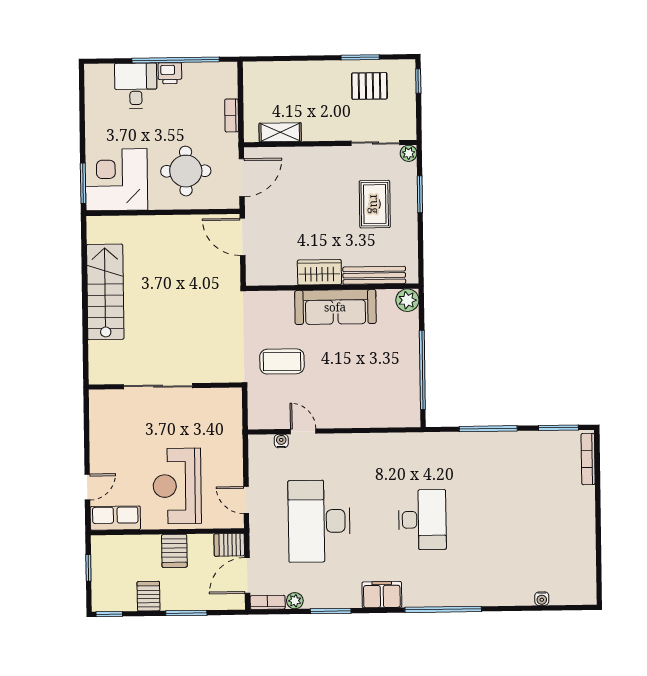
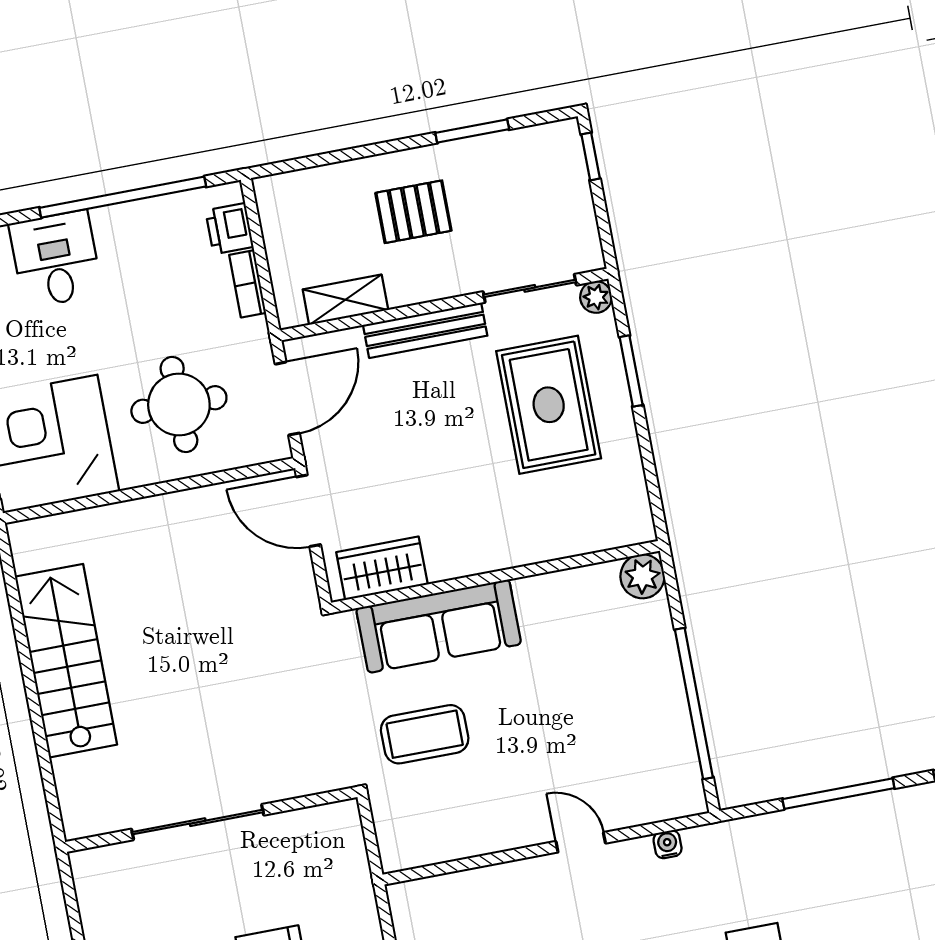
printer: (170, 73) -> (229, 229), moved, turned 90
pallet: (369, 86) -> (413, 212), moved
rug: (375, 204) -> (549, 405), width x1.36, depth x1.43
wardrobe: (319, 272) -> (382, 568), moved
bench: (374, 275) -> (425, 330), moved
sofa: (335, 307) -> (439, 626), moved
door: (303, 431) -> (581, 842), moved
water cooler: (281, 441) -> (668, 844), moved

